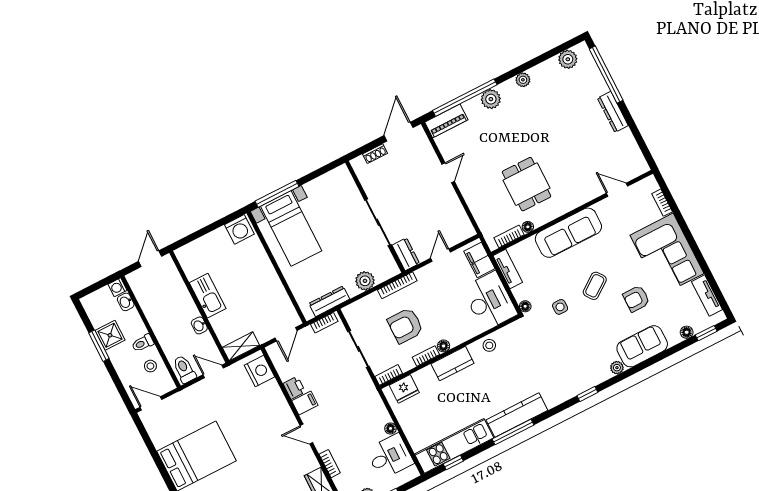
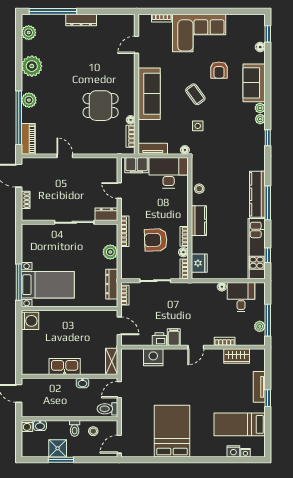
plant: (523, 80) -> (32, 66), width x1.87, depth x1.87
tv unit: (707, 296) -> (242, 20), removed
armchair: (405, 326) -> (156, 240), turned 88
floor lamp: (444, 346) -> (183, 252), moved
nightstand: (259, 371) -> (153, 357), moved
plant: (604, 374) -> (260, 119), added

